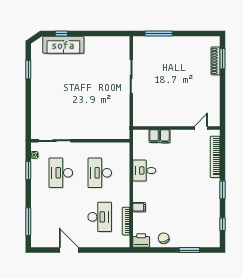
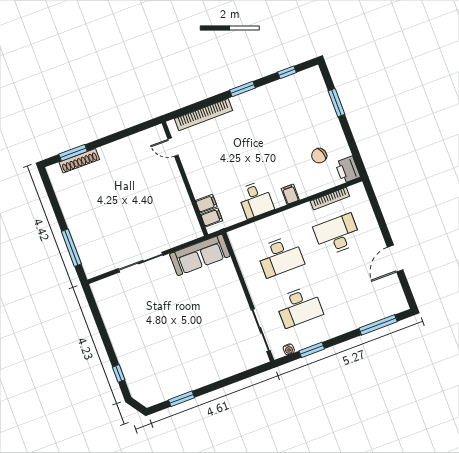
sofa: (63, 45) -> (200, 255), moved, turned 90
filing cabinet: (165, 136) -> (212, 218), moved
filing cabinet: (139, 207) -> (290, 194), moved
chair: (164, 238) -> (319, 156), moved

